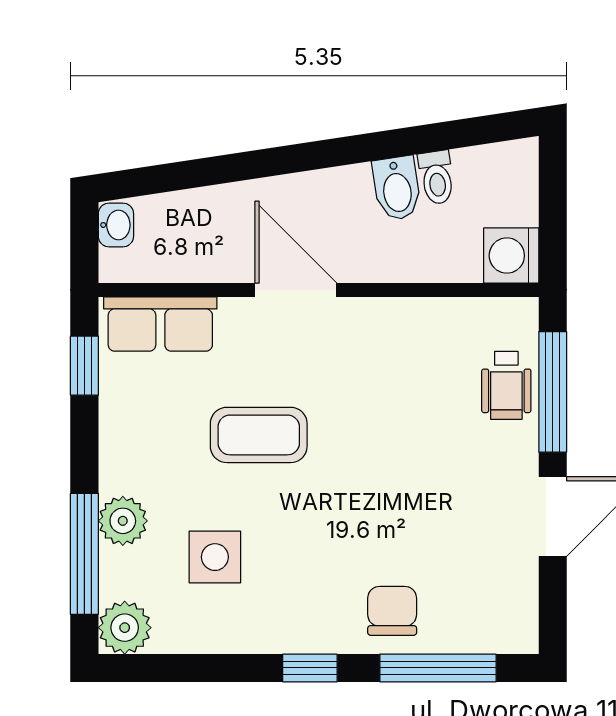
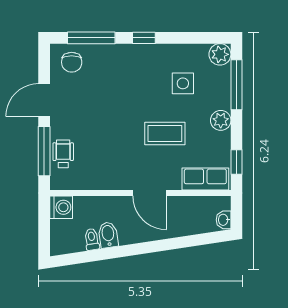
plant: (123, 521) -> (221, 120), moved
chair: (392, 611) -> (72, 62), moved

